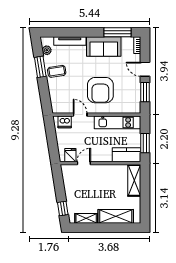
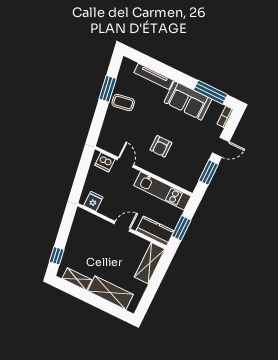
plant: (47, 50) -> (123, 74), removed
door: (145, 69) -> (221, 147), swing flipped
armchair: (100, 90) -> (161, 146), width x0.53, depth x0.53
door: (84, 163) -> (122, 226), moved

